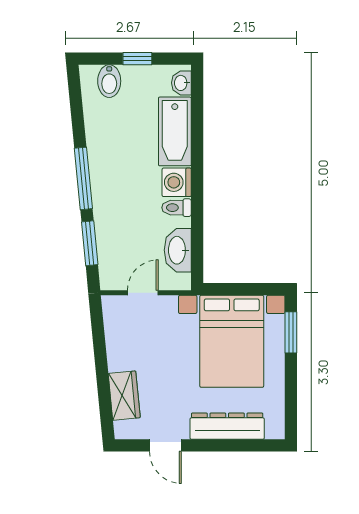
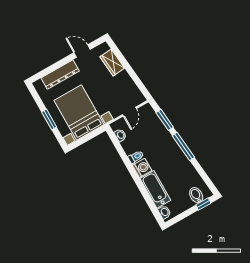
window: (137, 59) -> (203, 204), moved
washbasin: (178, 250) -> (120, 135), width x0.52, depth x0.69
window: (291, 332) -> (49, 119), moved

